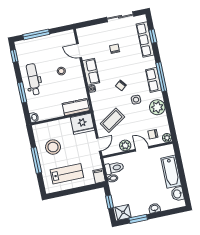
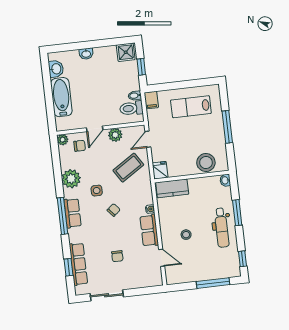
fridge: (82, 124) -> (160, 170), width x0.53, depth x0.75
stool: (53, 147) -> (206, 163), moved
door: (142, 149) -> (95, 129), hinge flipped
window: (138, 219) -> (108, 42), removed

